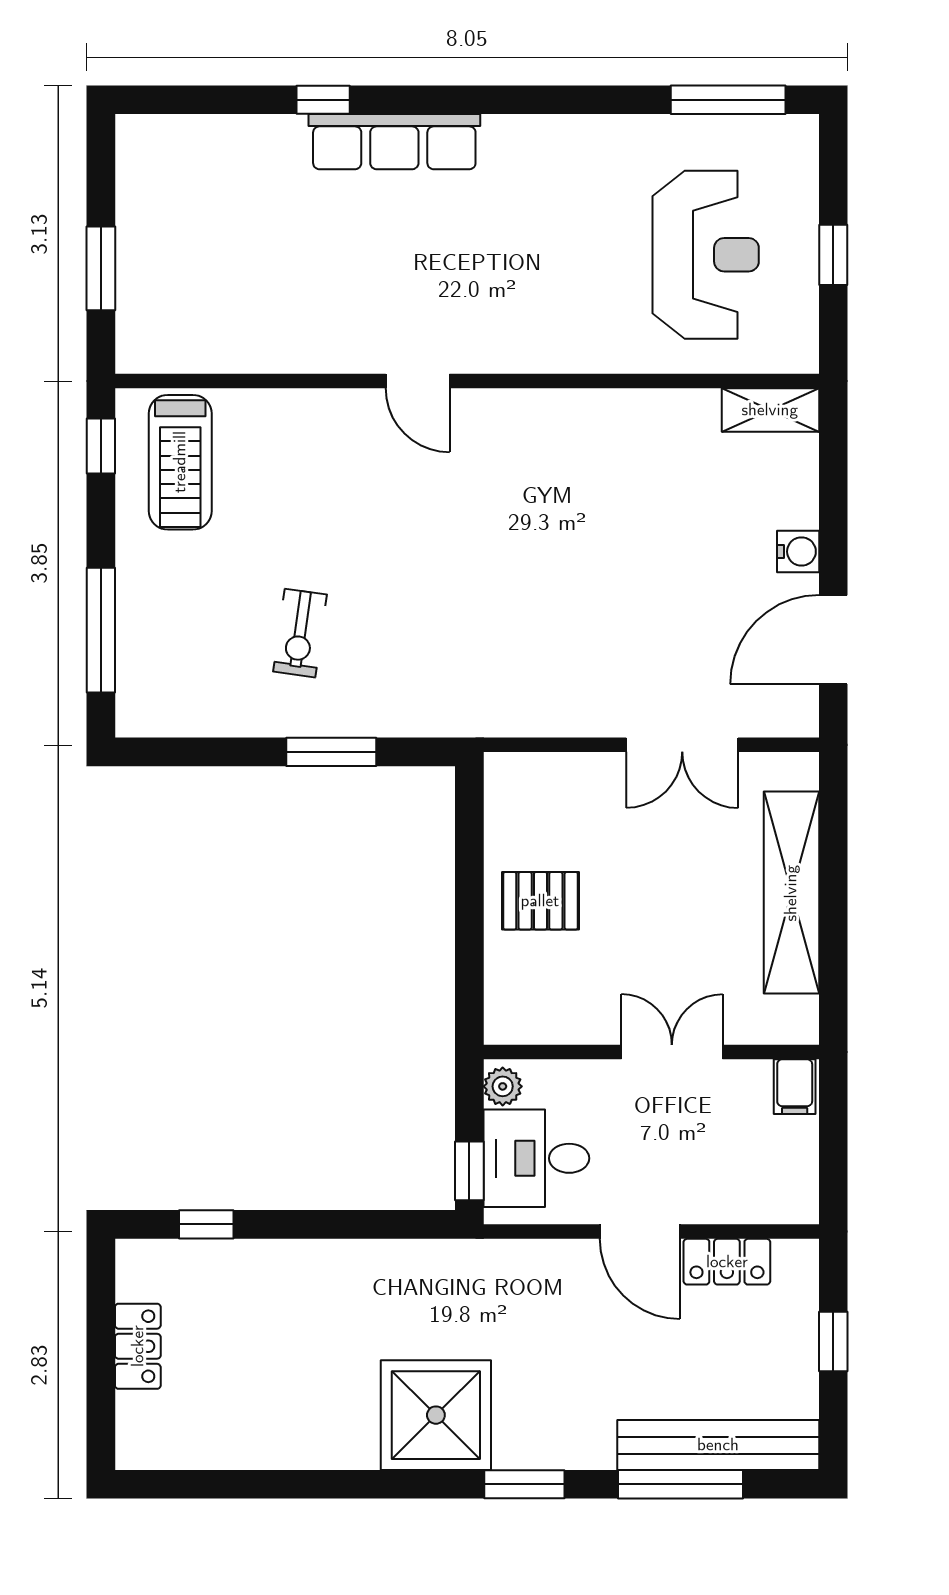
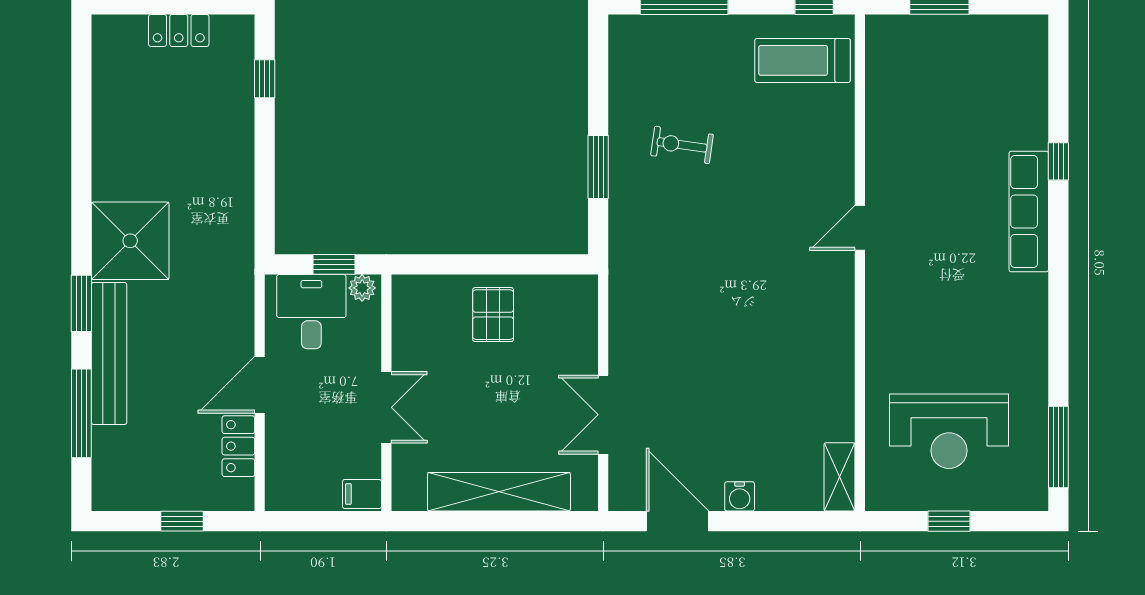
window: (469, 1171) -> (334, 264), moved
bench: (718, 1445) -> (109, 353), moved

